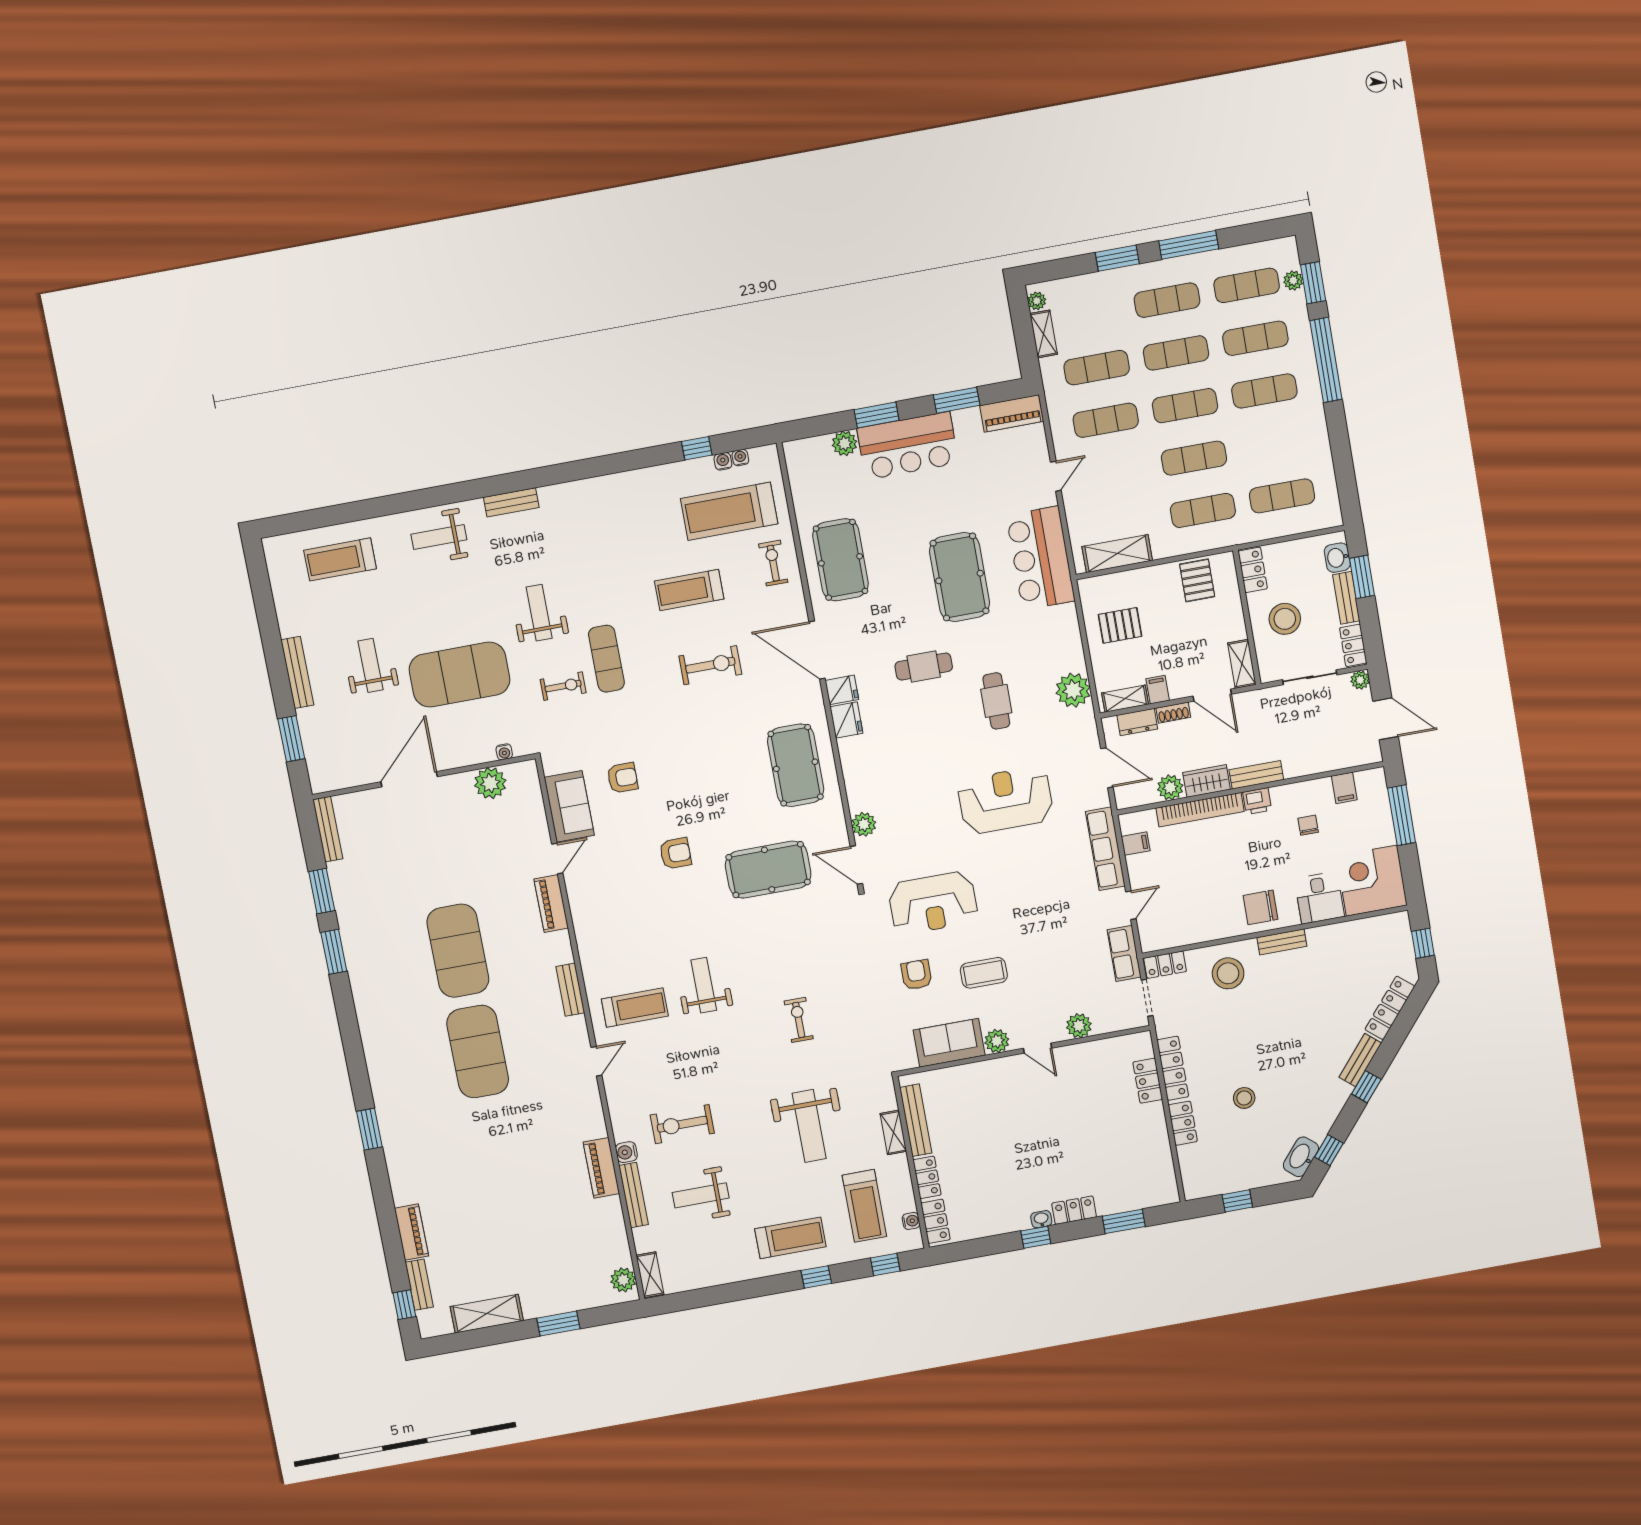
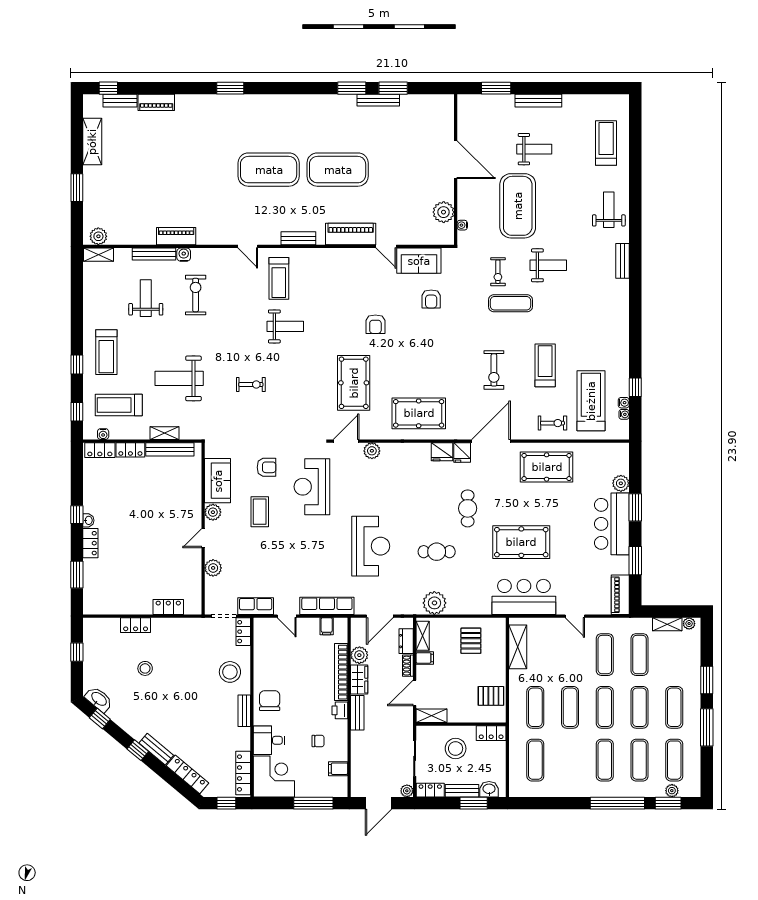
bench: (328, 829) -> (378, 100), moved
piano: (551, 904) -> (351, 234), width x1.37, depth x1.33
locker: (1173, 1068) -> (243, 773), moved, turned 90

